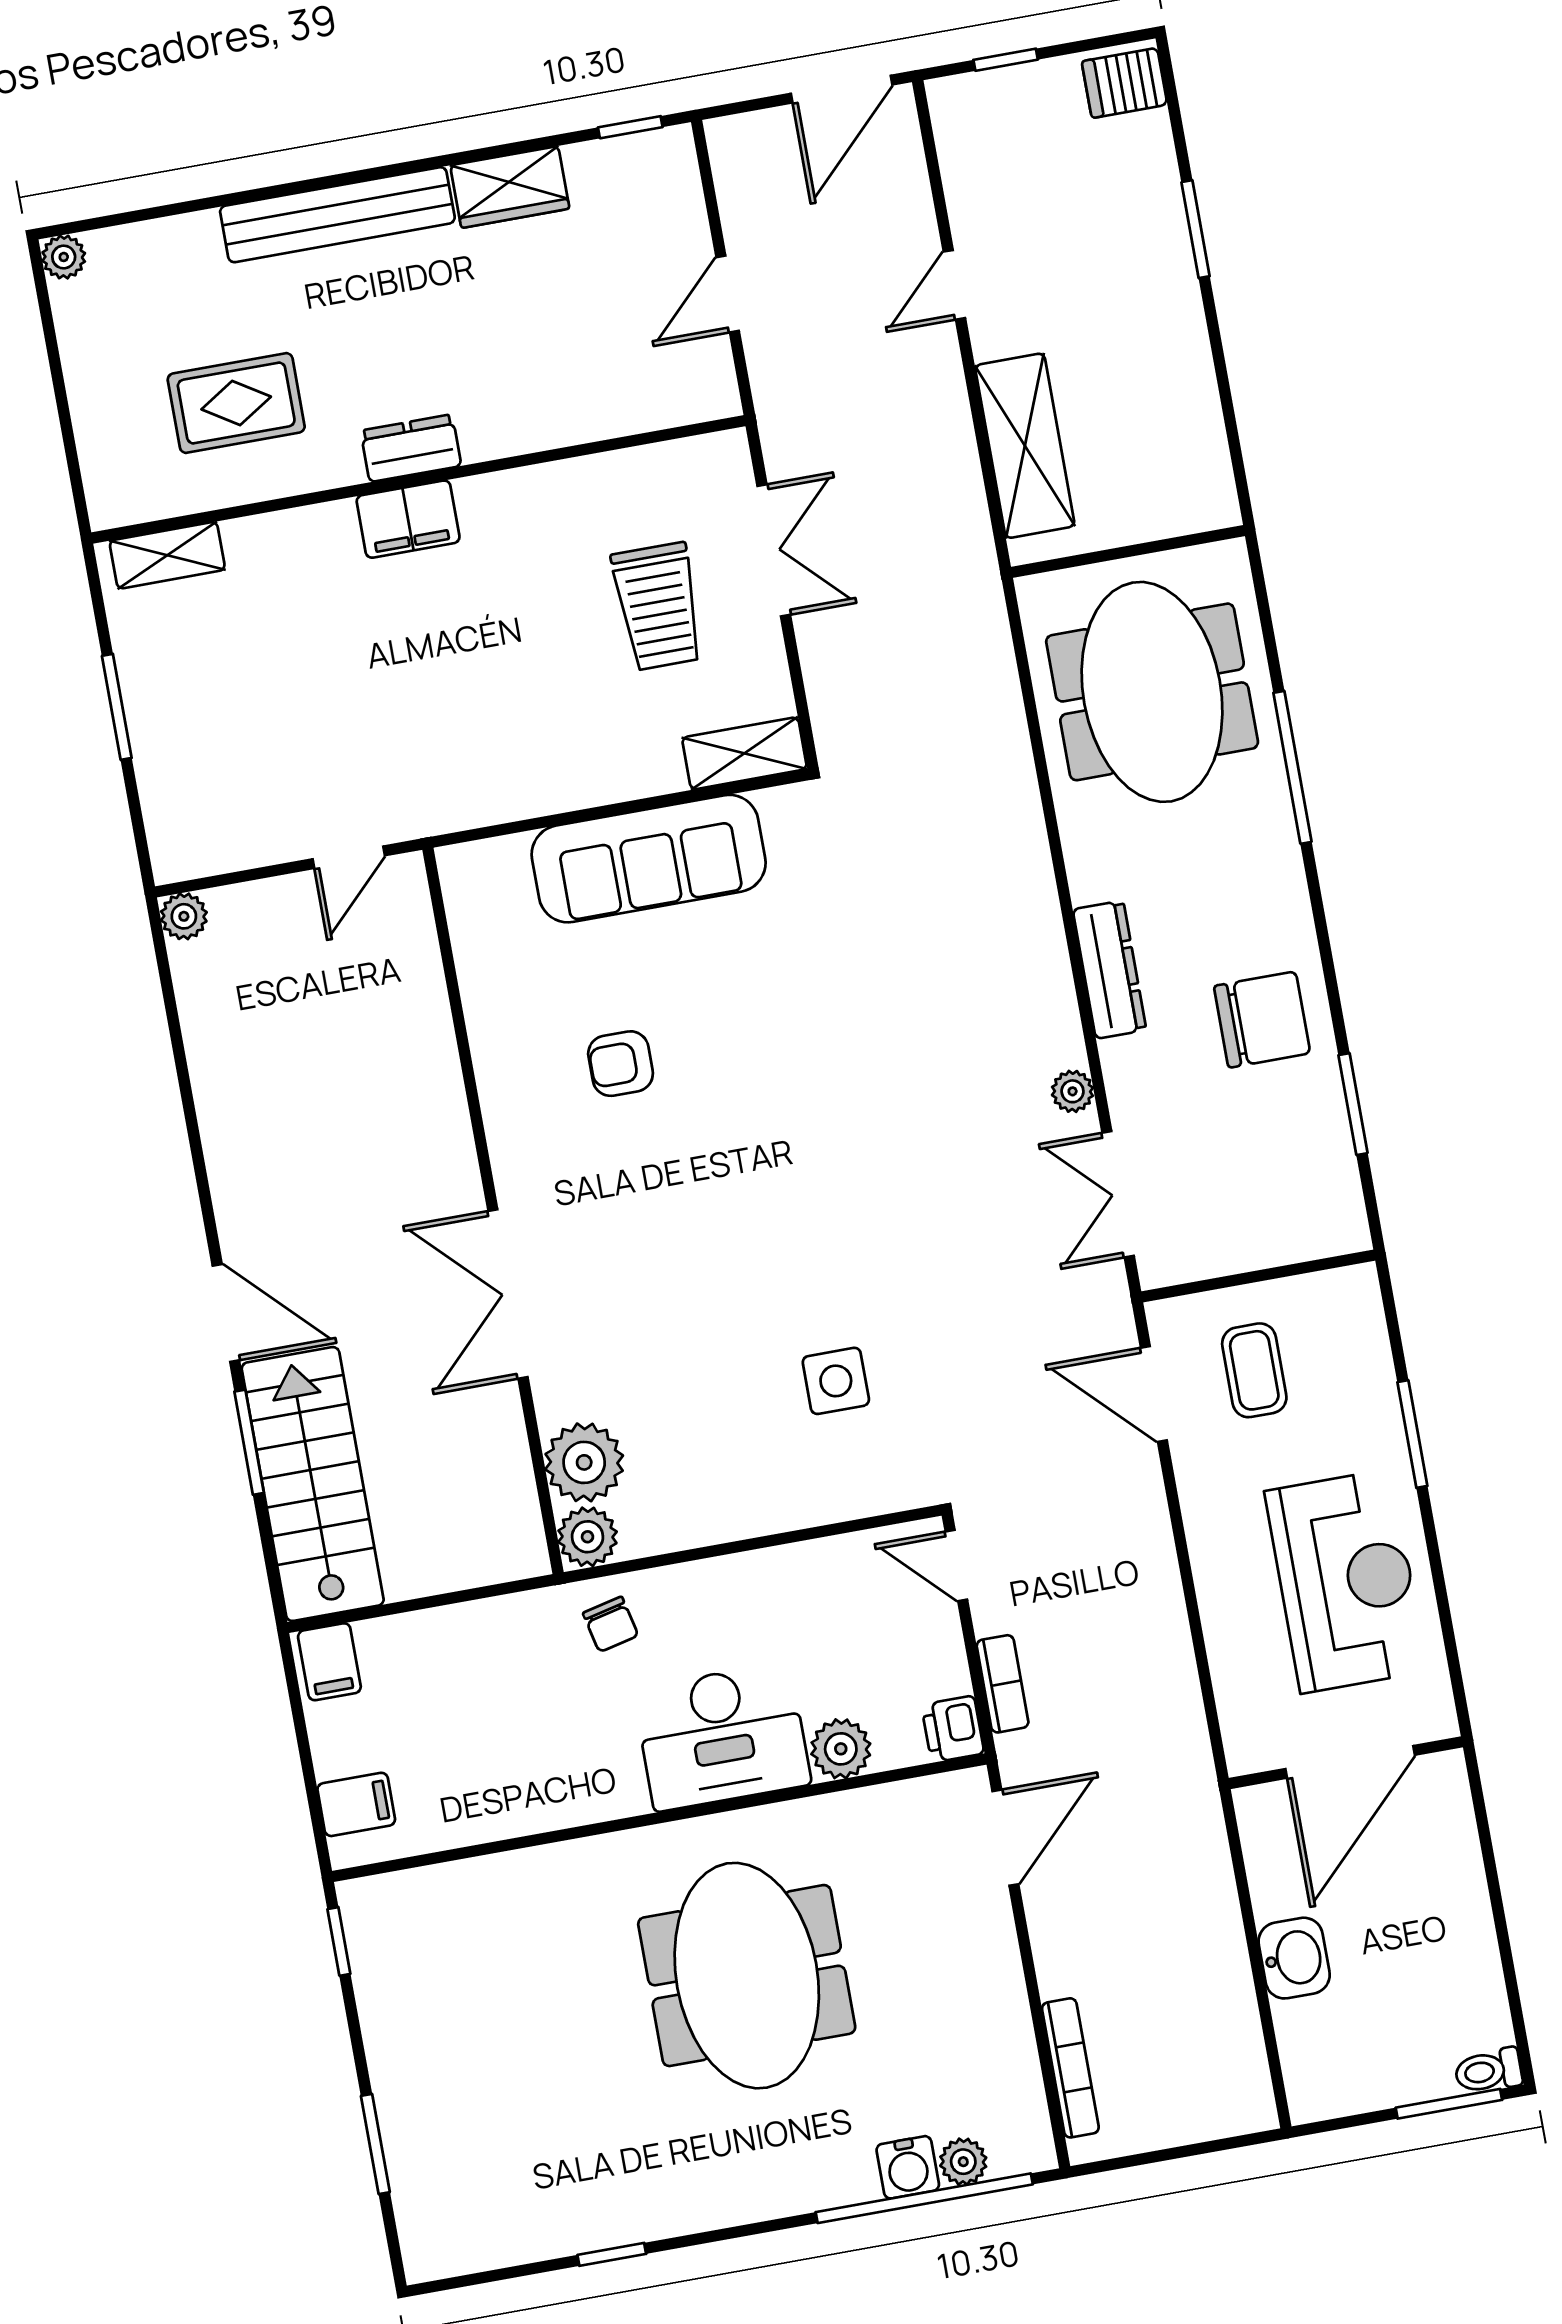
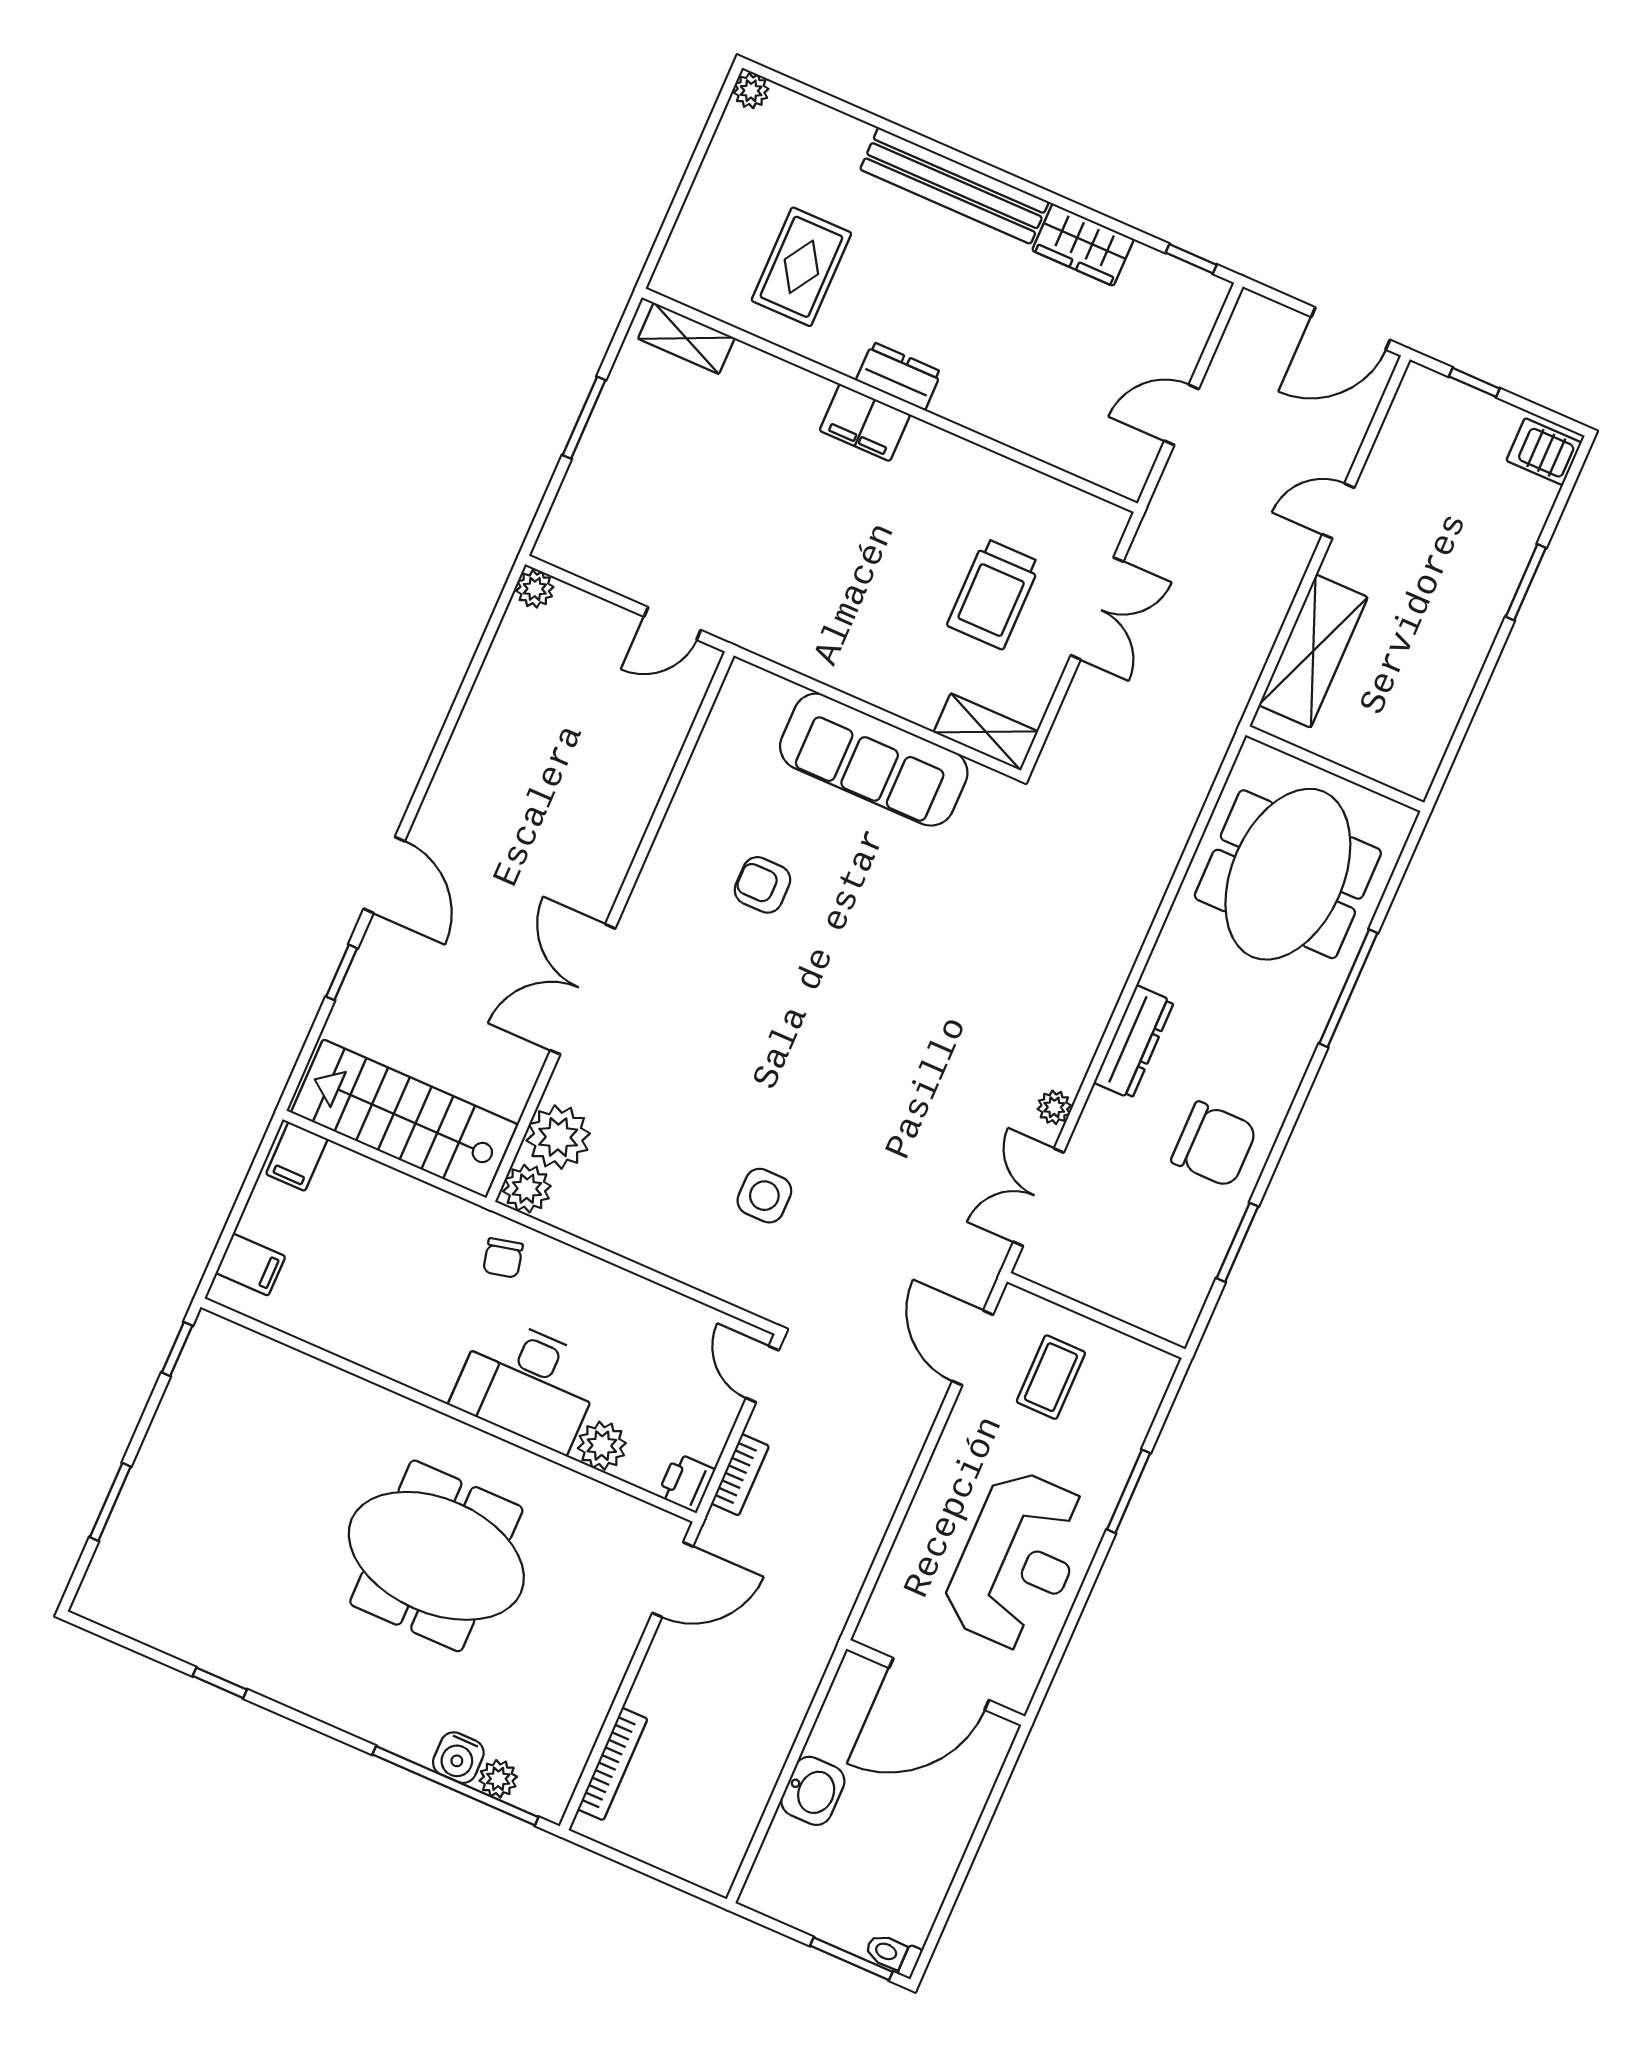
rug: (236, 403) -> (801, 267), turned 90
window: (249, 1442) -> (342, 972), width x0.67
stairs: (313, 1484) -> (404, 1118), moved, turned -90
meeting table: (747, 1976) -> (436, 1556), turned 90

